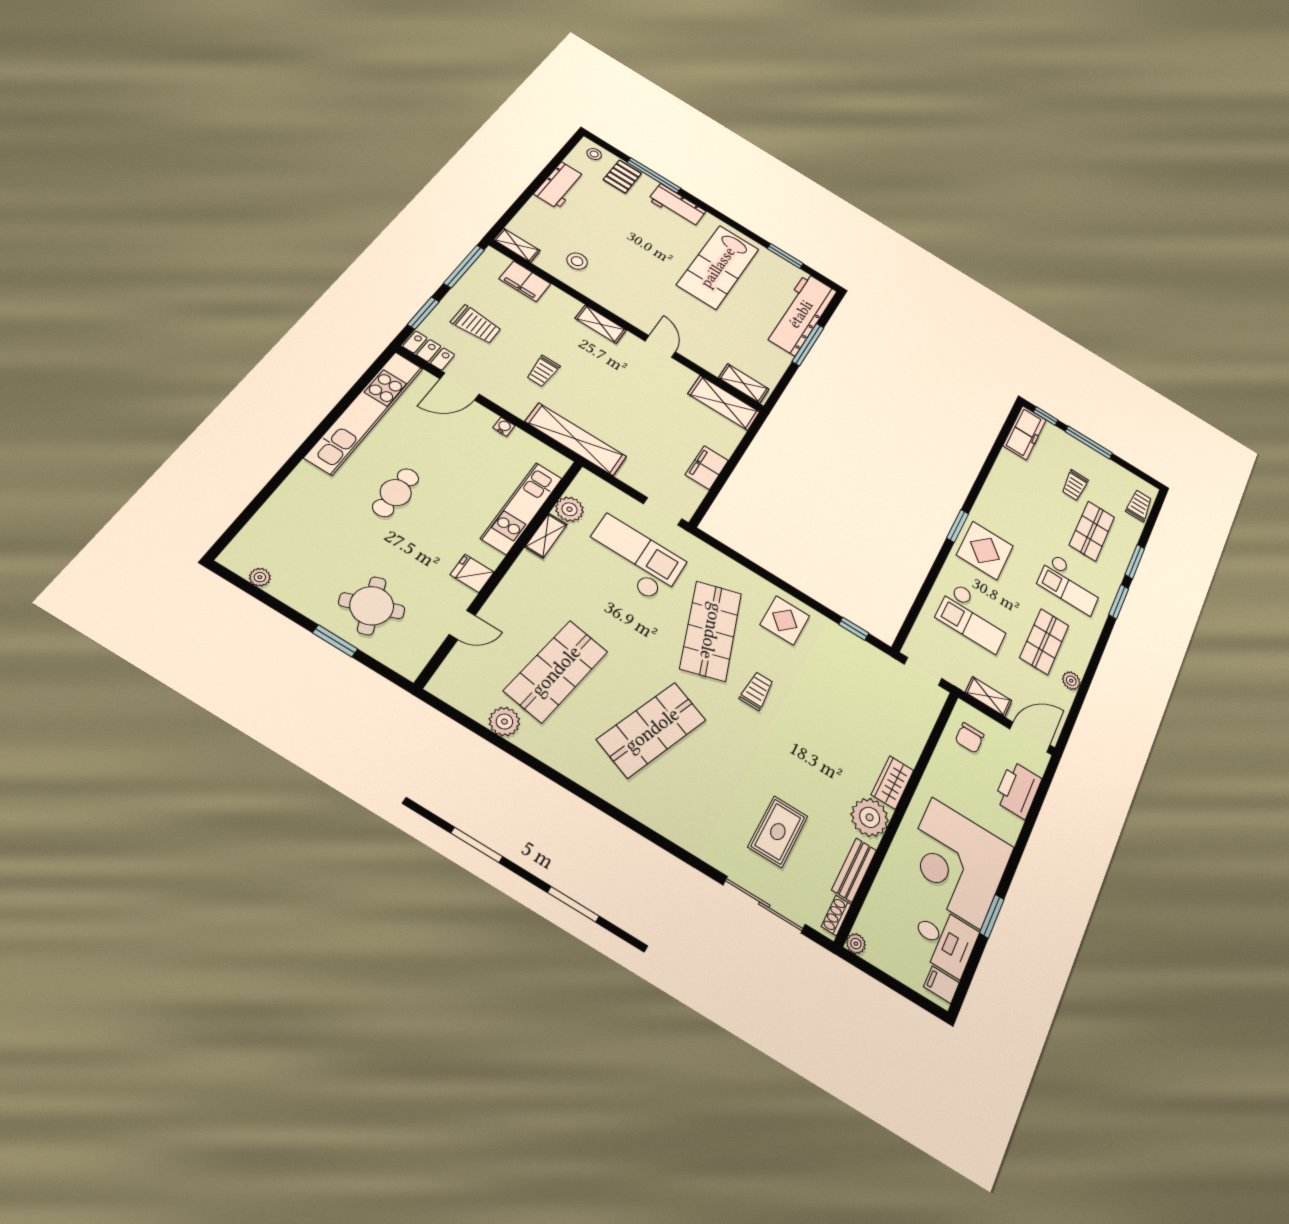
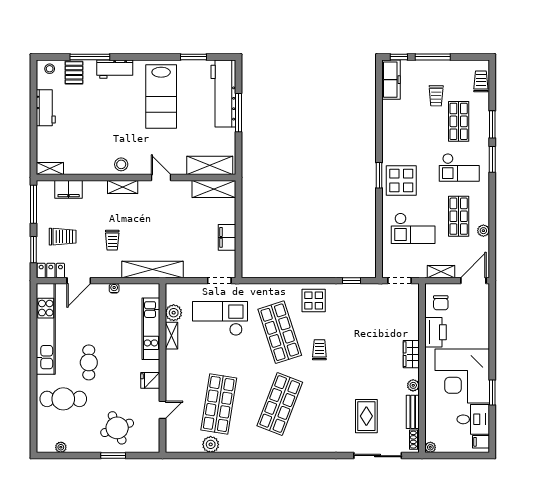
stool: (577, 261) -> (121, 164), moved
shelving: (744, 383) -> (210, 165), width x1.50, depth x1.33
cafe table: (318, 515) -> (63, 399), added
printer: (1018, 790) -> (436, 332), moved, turned 180
plant: (870, 817) -> (413, 385), width x0.53, depth x0.53

